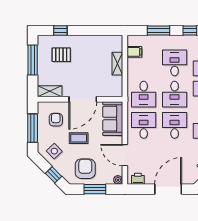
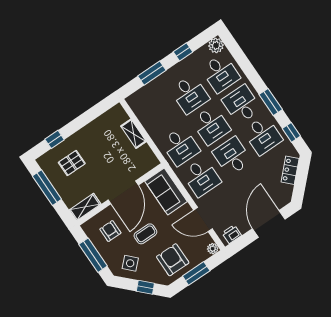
filing cabinet: (134, 52) -> (143, 111), removed
desk: (175, 63) -> (190, 94), turned 180
desk: (144, 125) -> (201, 177), turned 180

